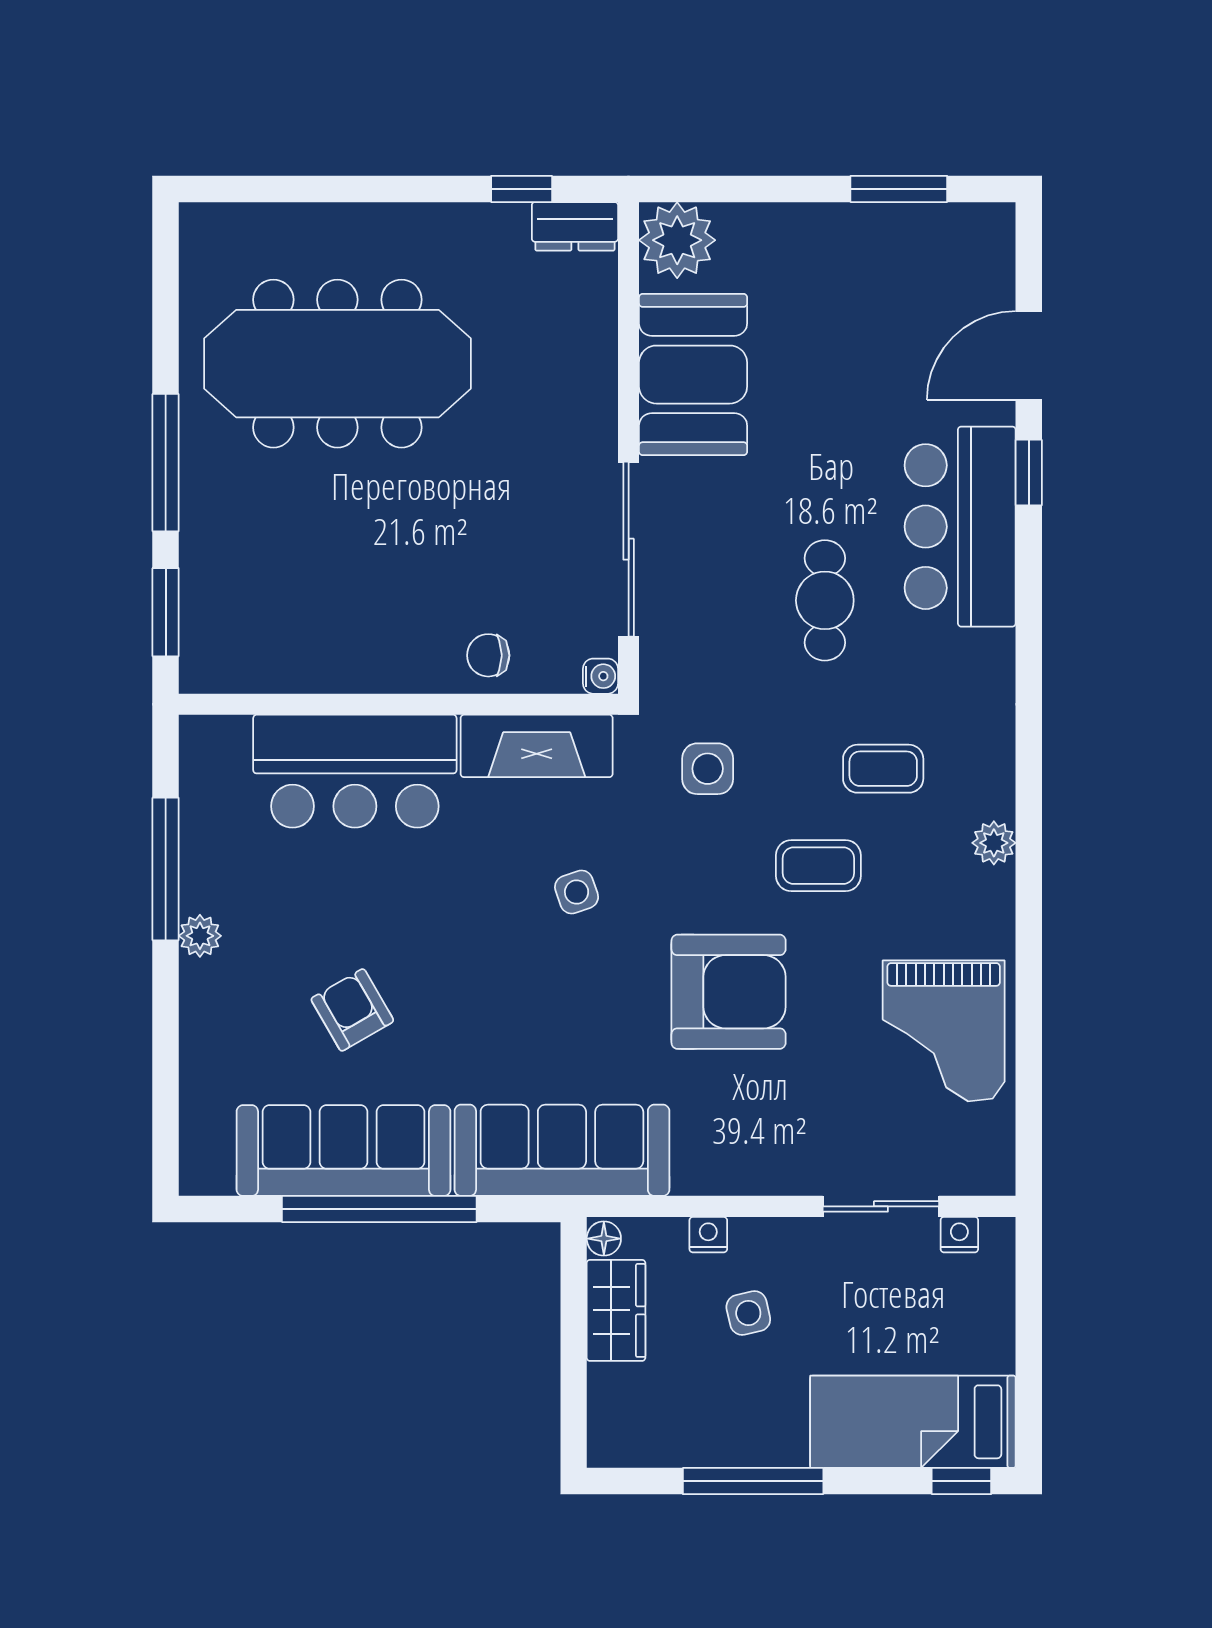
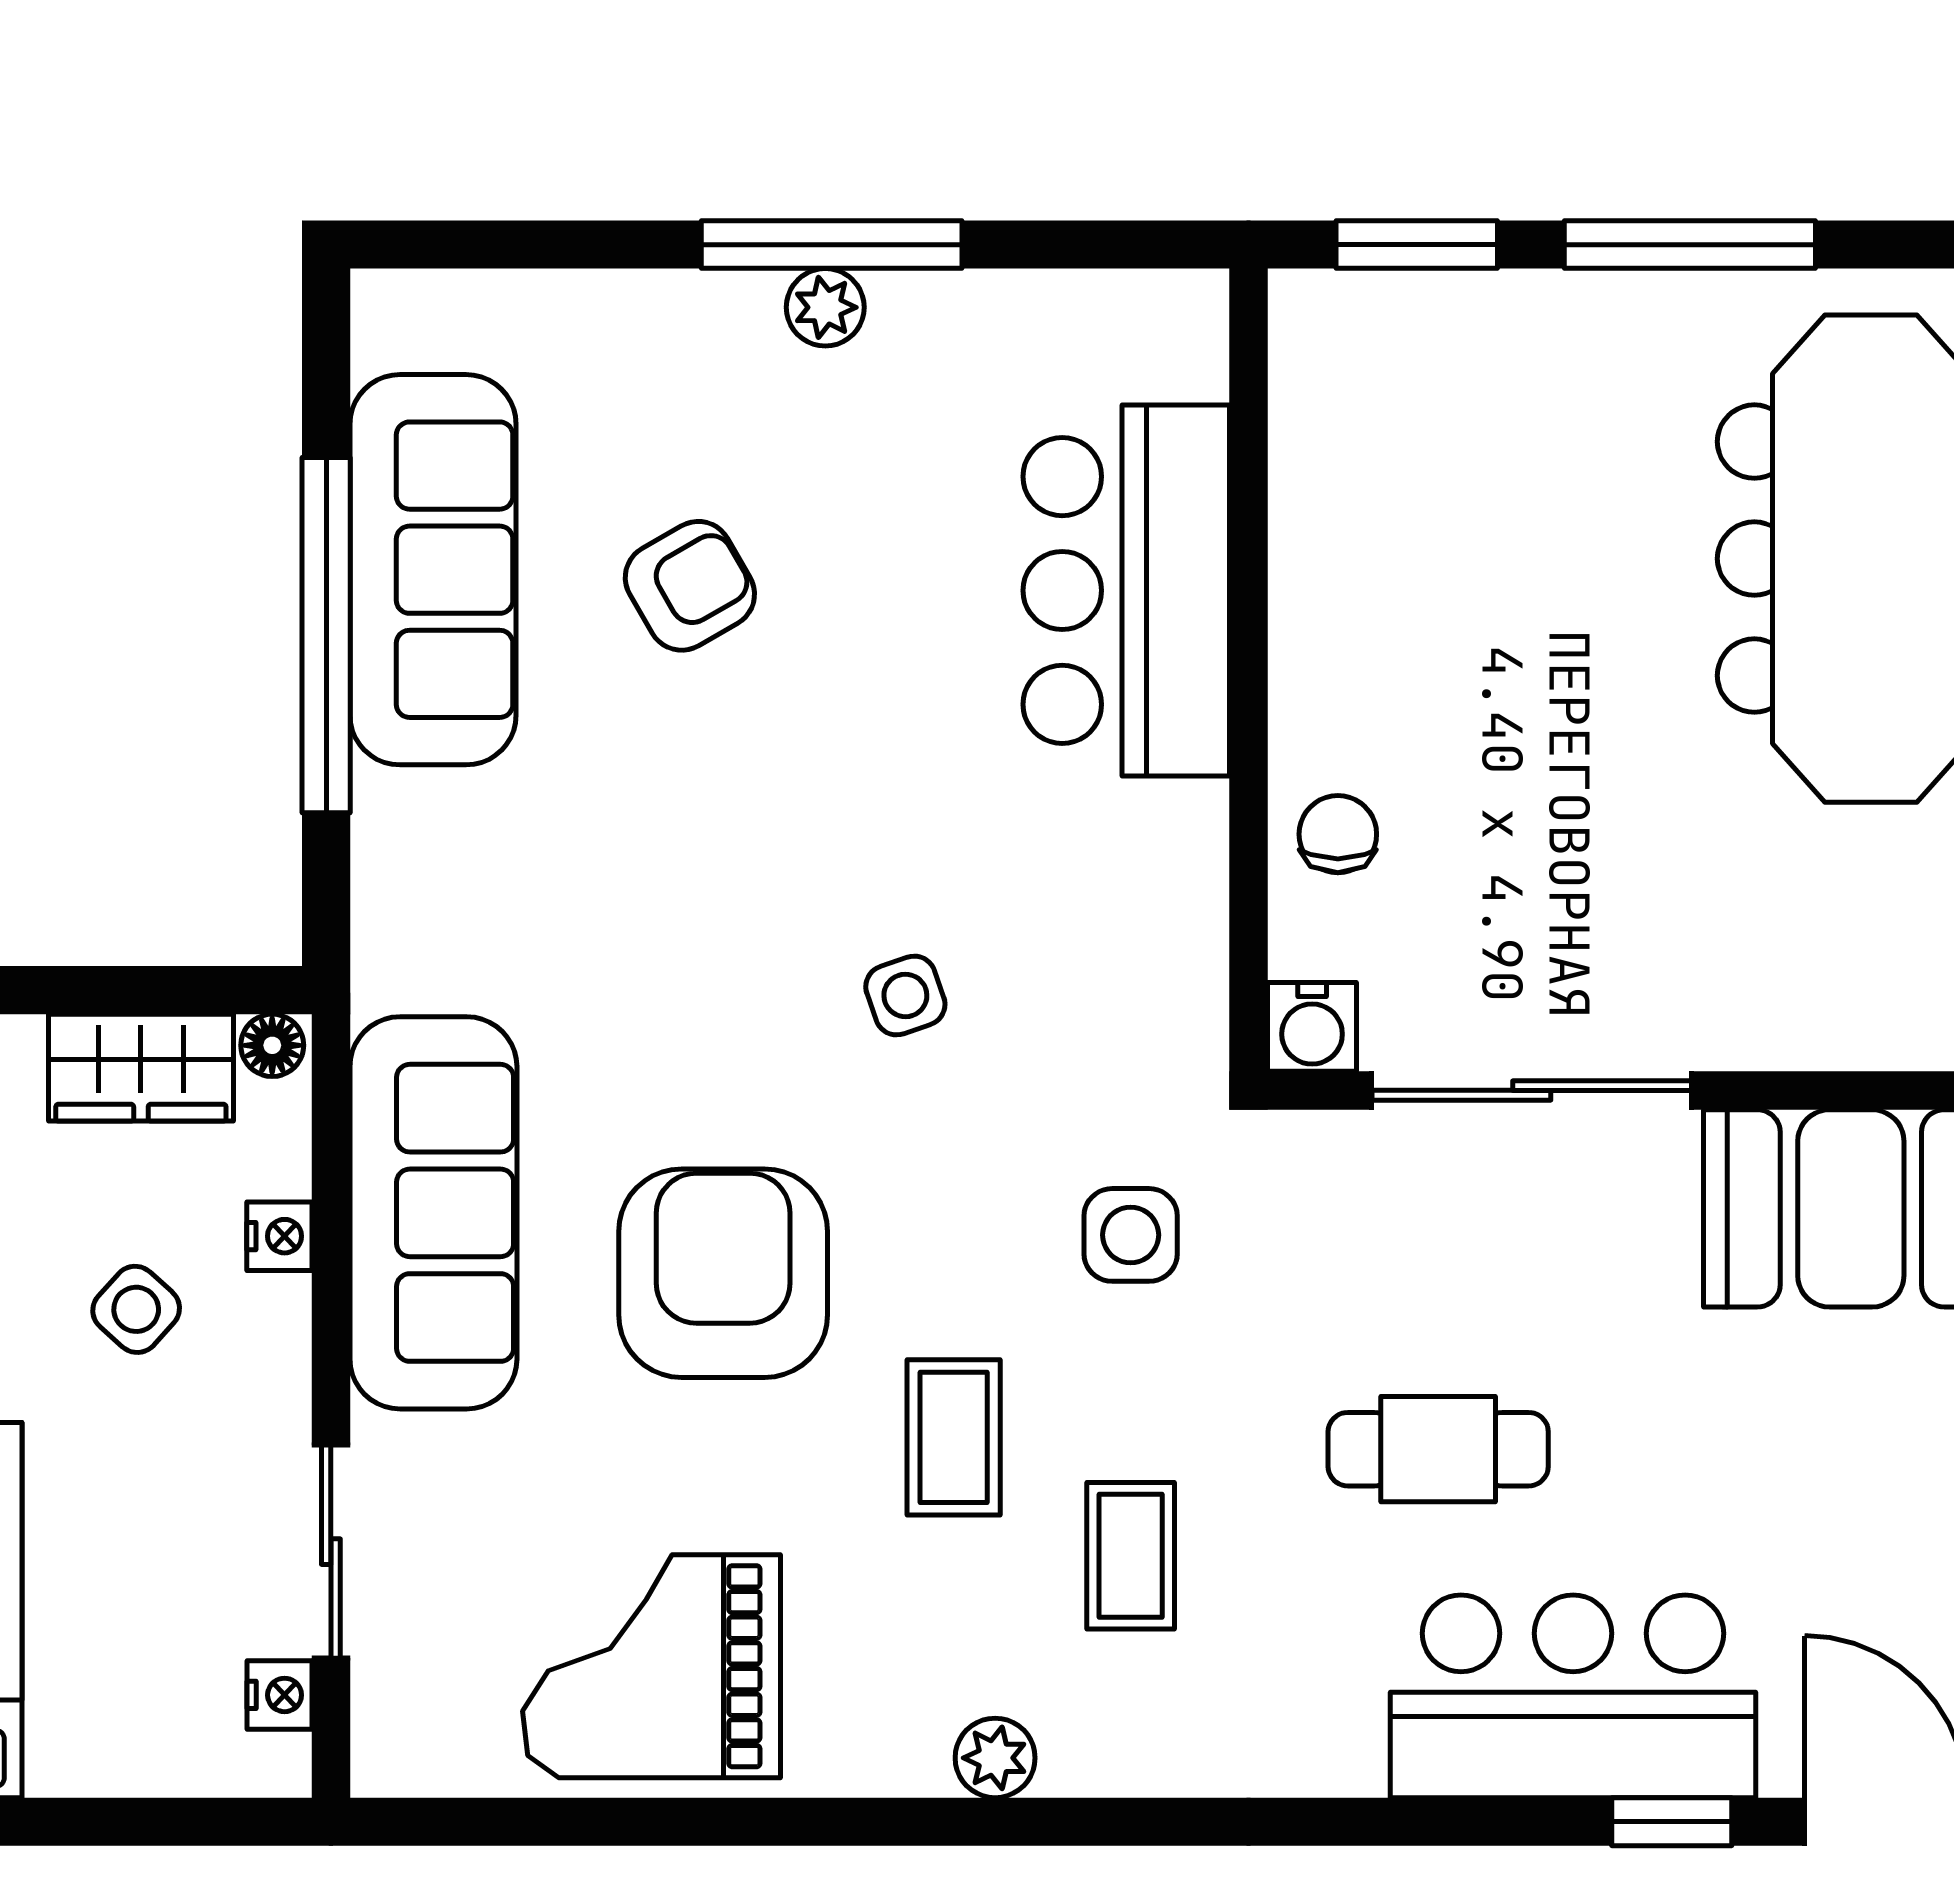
water cooler: (600, 676) -> (1312, 1027), width x1.38, depth x1.38
fireplace: (537, 746) -> (1172, 923), removed
window: (166, 869) -> (832, 245), moved
armchair: (729, 992) -> (723, 1273), turned 180
sofa: (562, 1150) -> (433, 1213), moved
side table: (748, 1313) -> (136, 1309), turned -35

